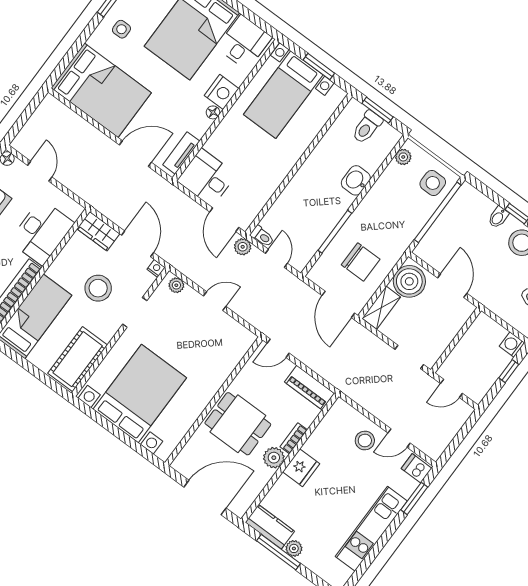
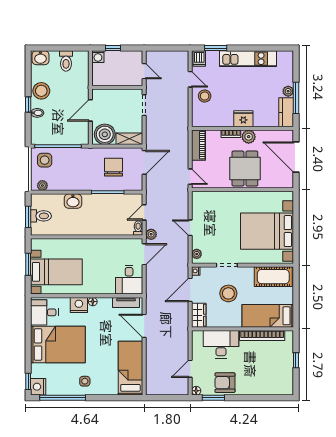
bed: (101, 90) -> (130, 368), width x0.67

